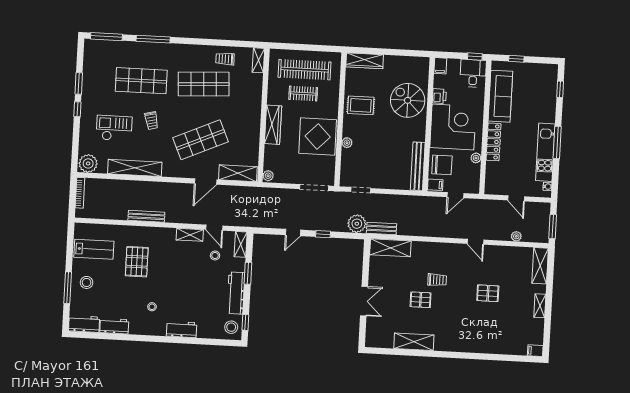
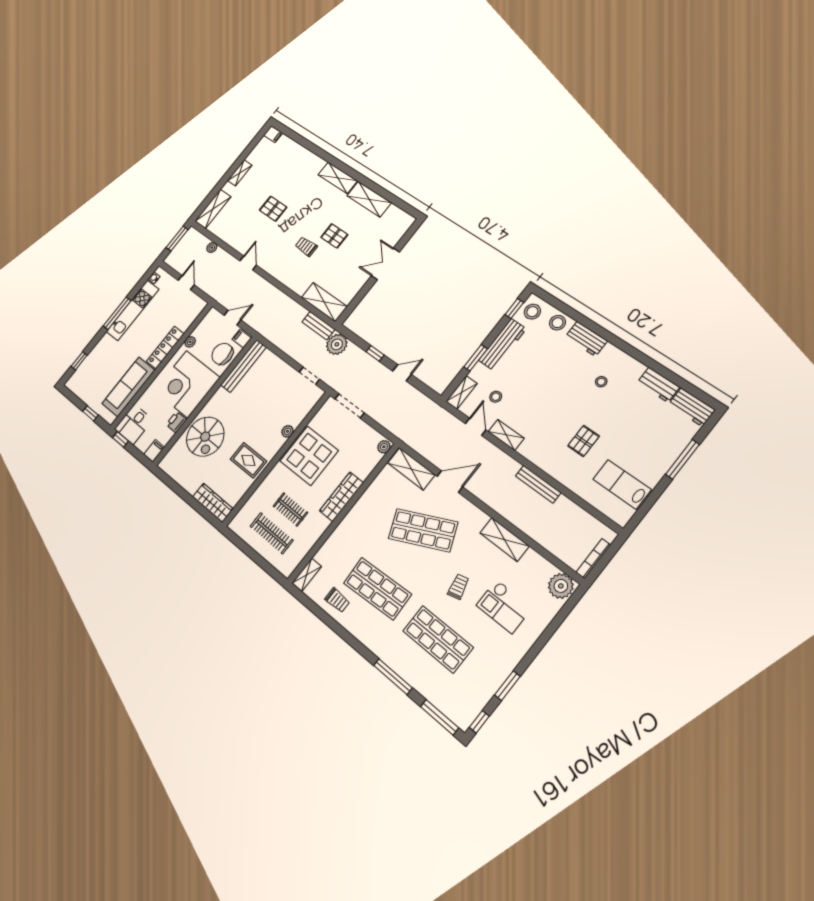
clothes rail: (305, 70) -> (272, 533), width x0.73, depth x0.76
window: (77, 109) -> (479, 722), moved
shelving: (135, 168) -> (504, 540), width x0.68
pallet: (137, 262) -> (584, 441), width x0.67, depth x0.71
stool: (87, 282) -> (558, 323), moved
shelving: (452, 345) -> (338, 178), added

